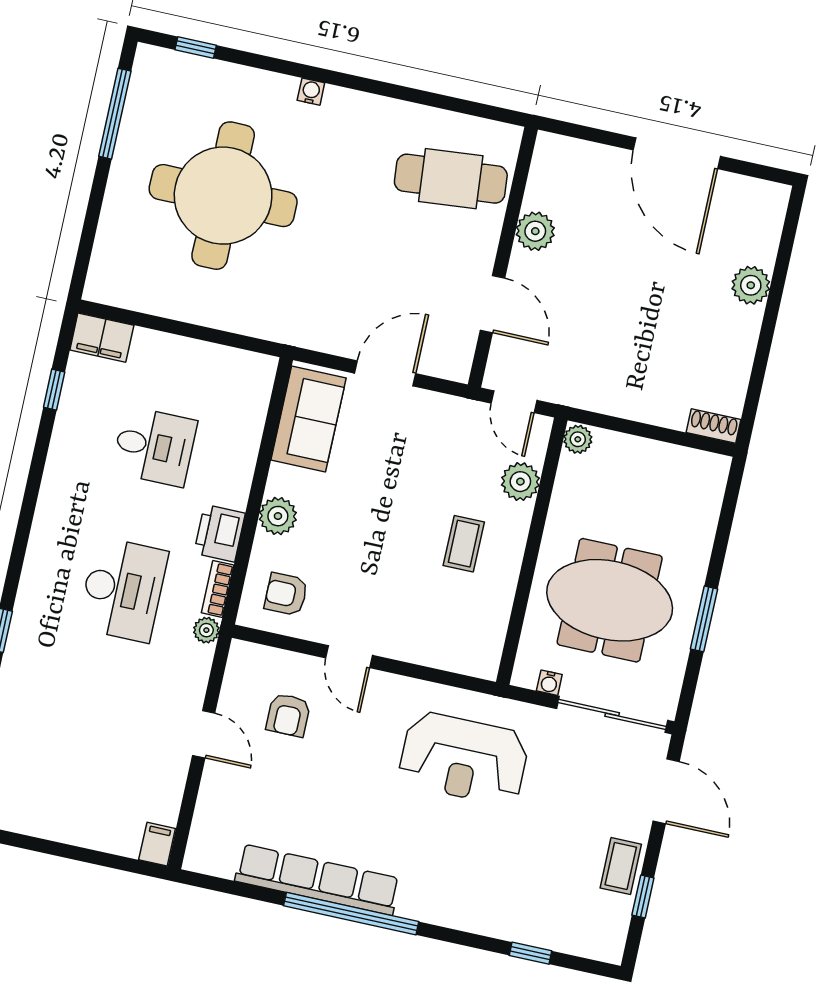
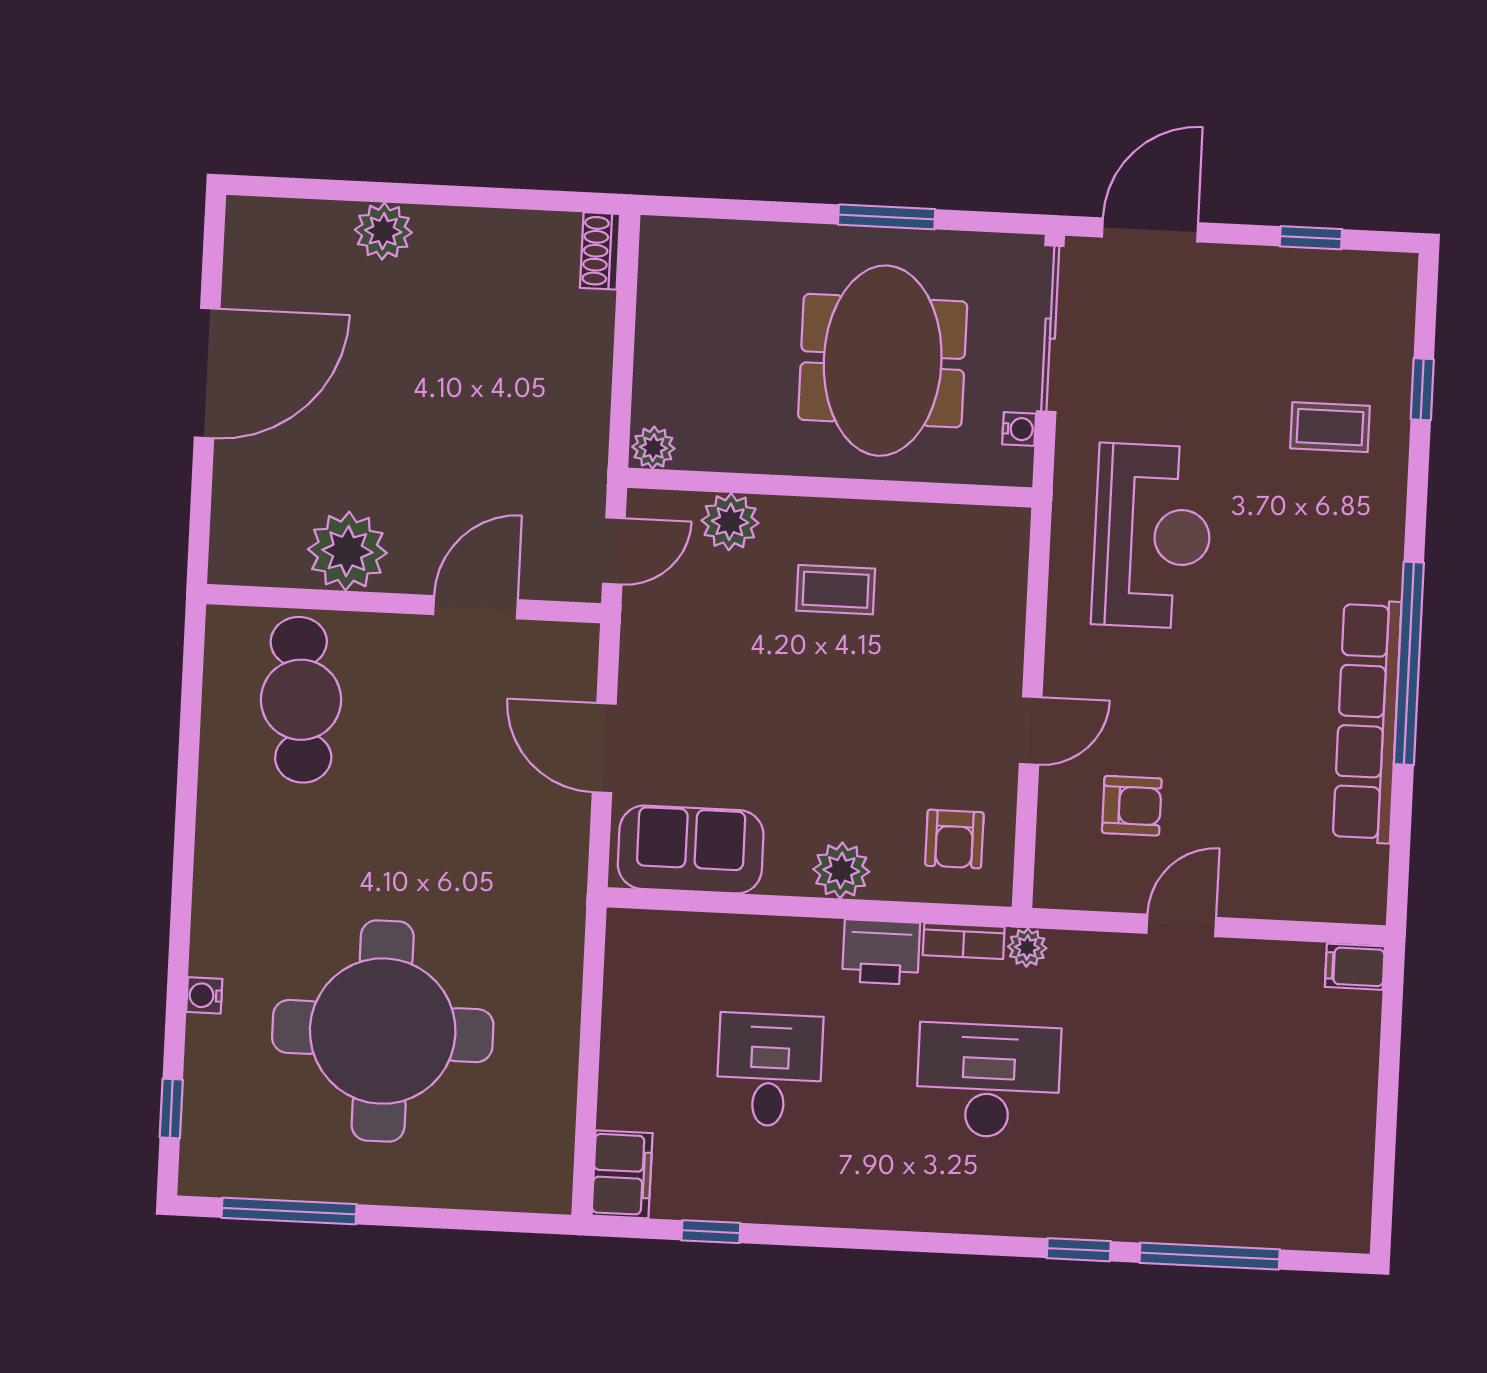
water cooler: (311, 92) -> (204, 995), moved
plant: (535, 231) -> (347, 551), width x1.36, depth x1.36
coffee table: (621, 866) -> (1330, 427), moved

